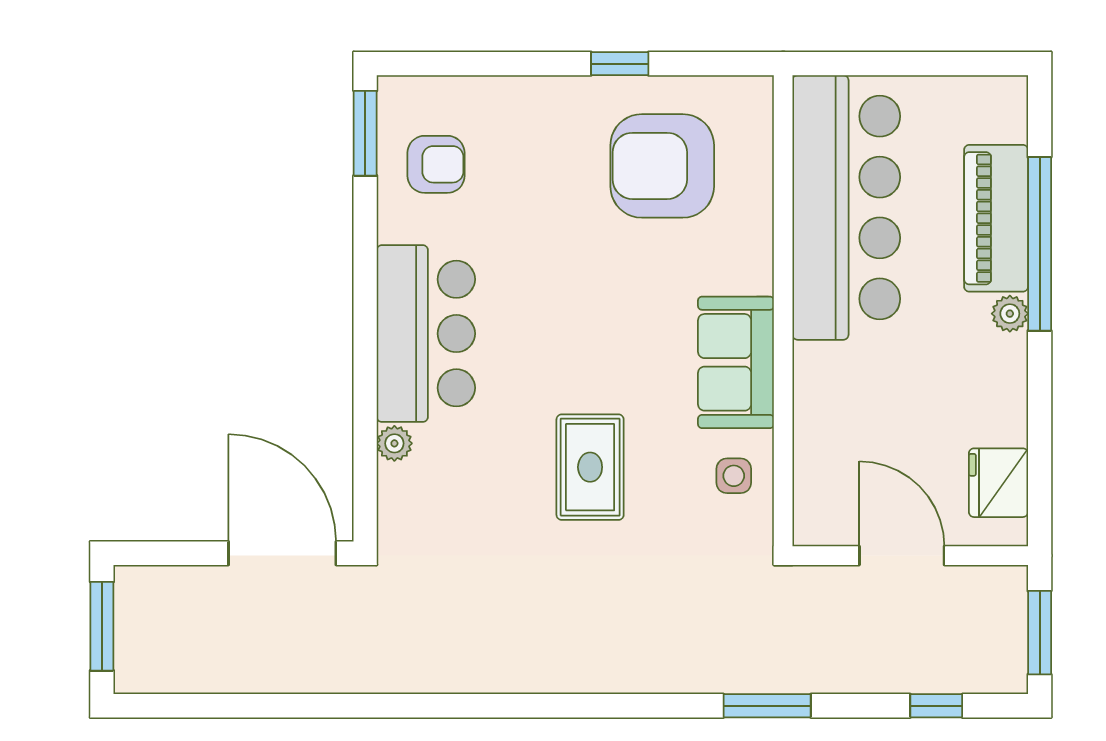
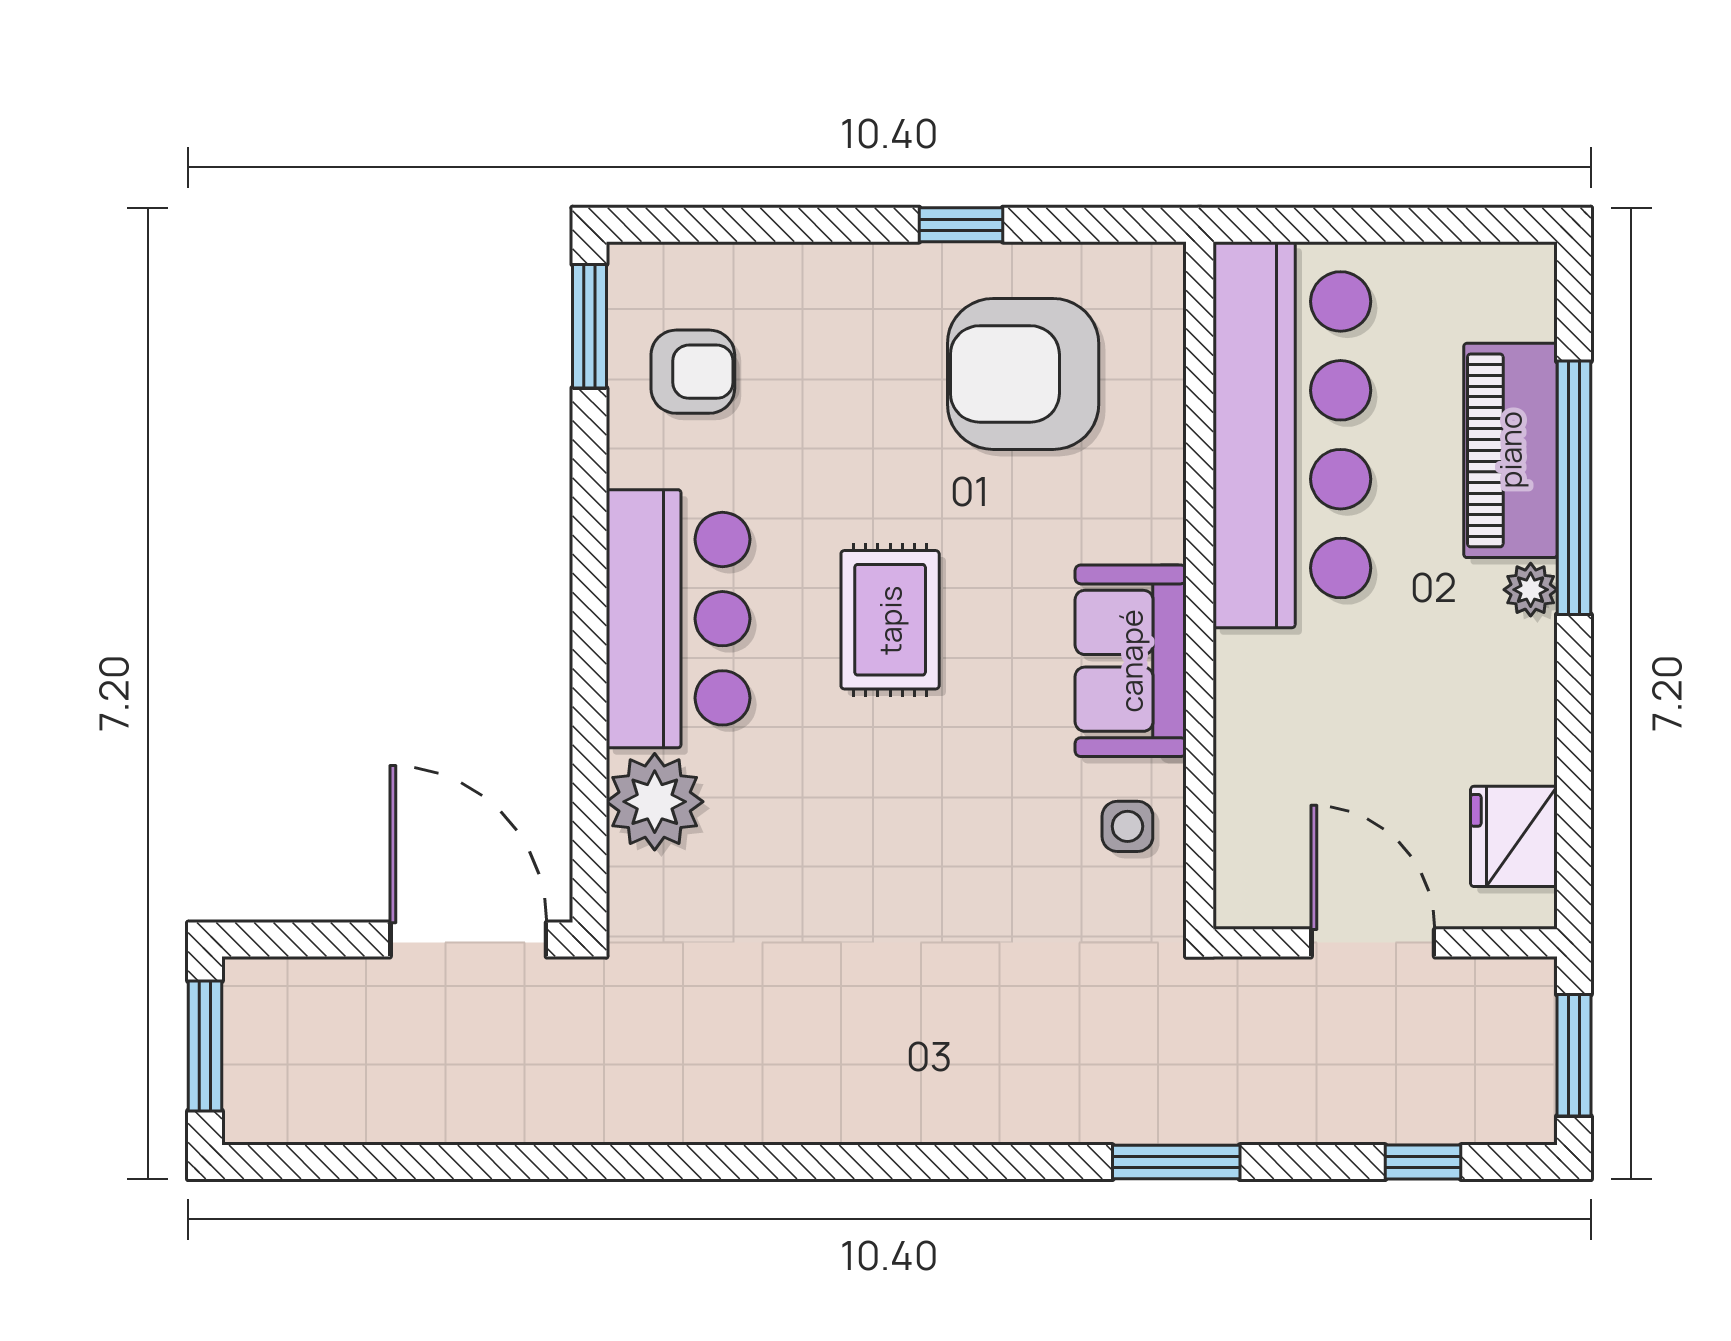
plant: (394, 443) -> (655, 802), width x1.88, depth x1.88
rug: (590, 467) -> (890, 620), moved

